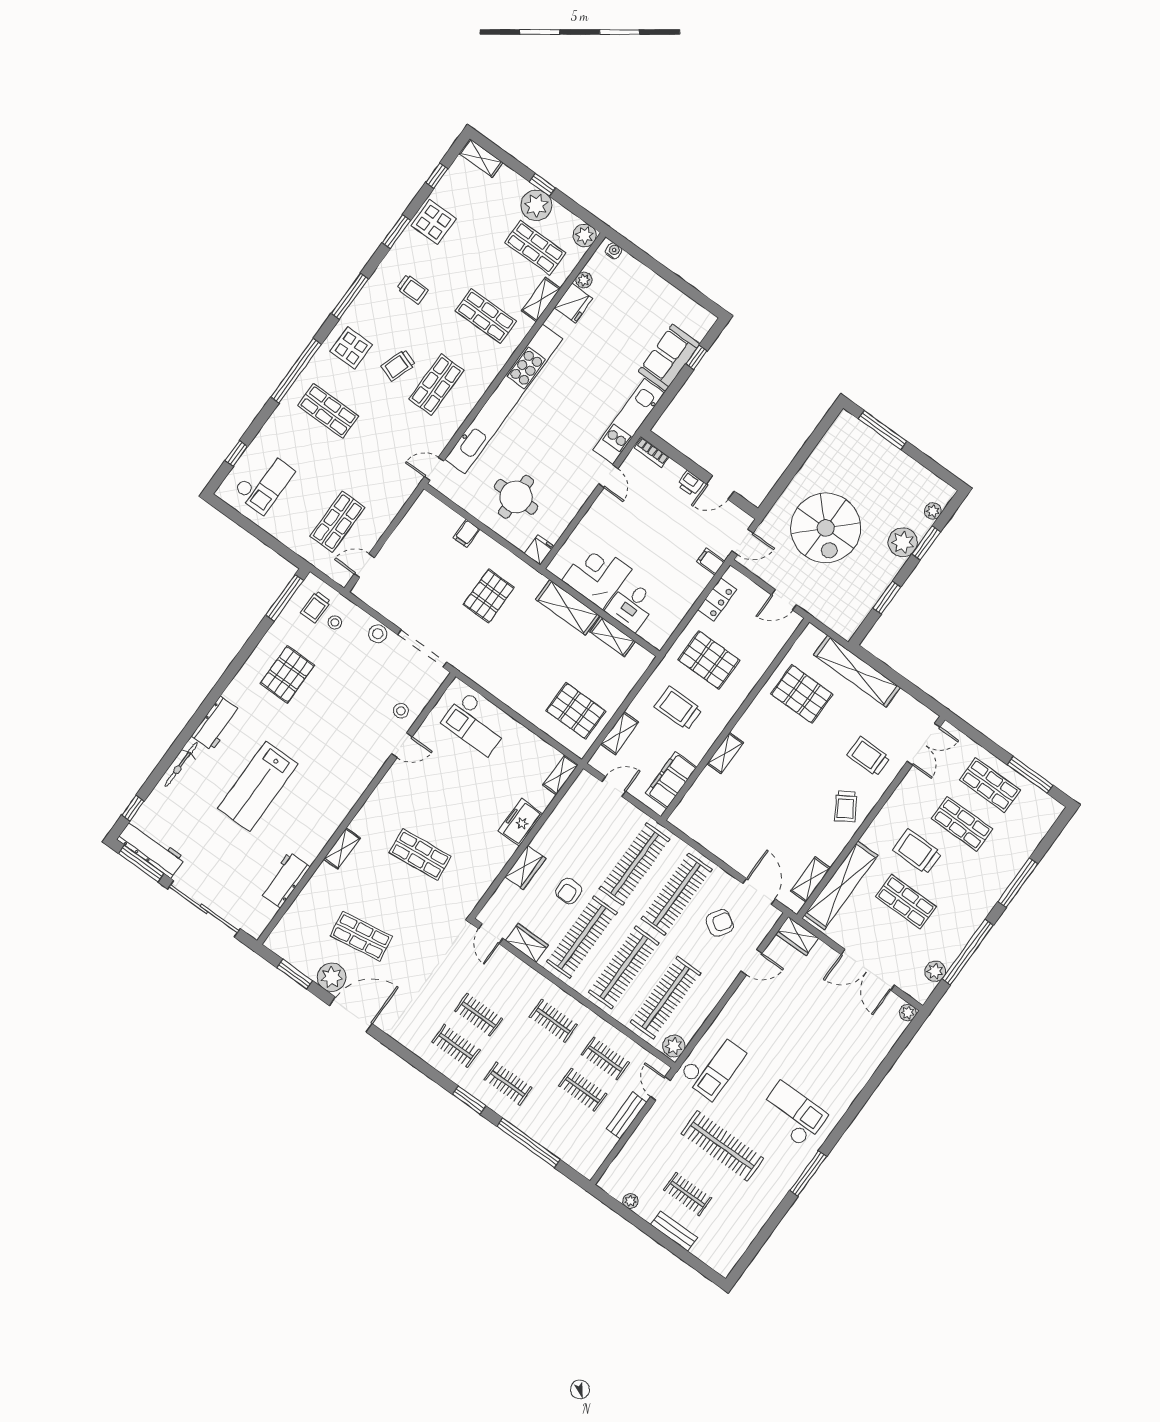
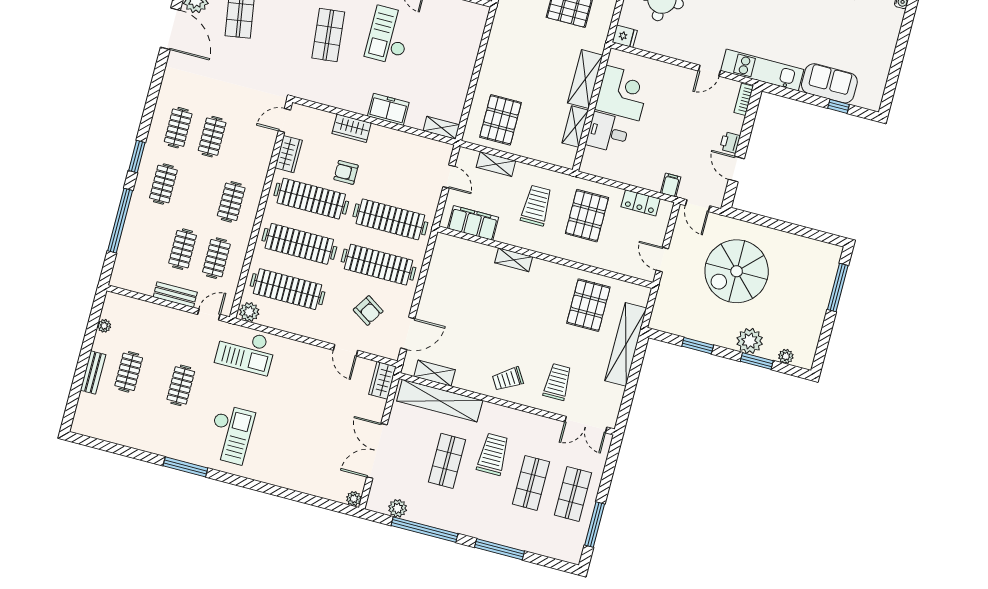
checkout: (476, 723) -> (389, 35), moved
clothes rail: (722, 1146) -> (181, 385), width x0.54, depth x0.76

